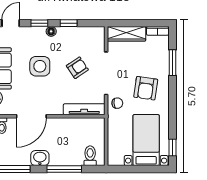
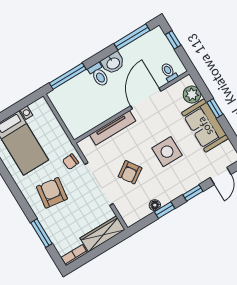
floor lamp: (51, 31) -> (155, 205), moved
tv unit: (84, 109) -> (113, 128), moved
toilet: (90, 156) -> (99, 75), moved
window: (64, 169) -> (68, 76), moved

